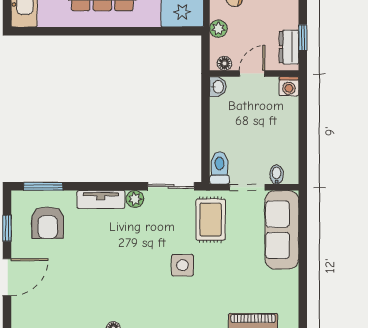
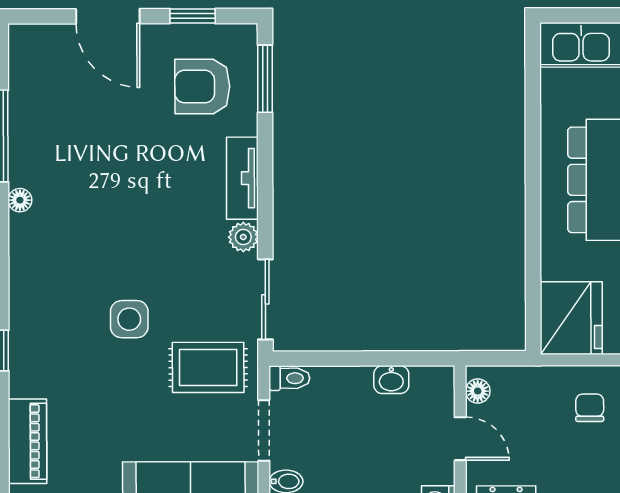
plant: (218, 29) -> (538, 380), removed
washbasin: (218, 87) -> (391, 380), moved
toilet: (220, 168) -> (289, 378), width x0.73, depth x0.72

